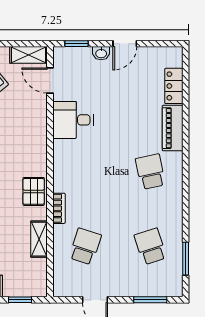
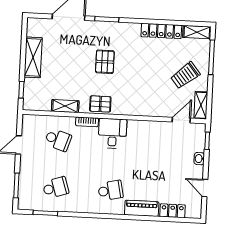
door: (125, 44) -> (205, 188), moved
desk: (73, 120) -> (112, 133), moved

